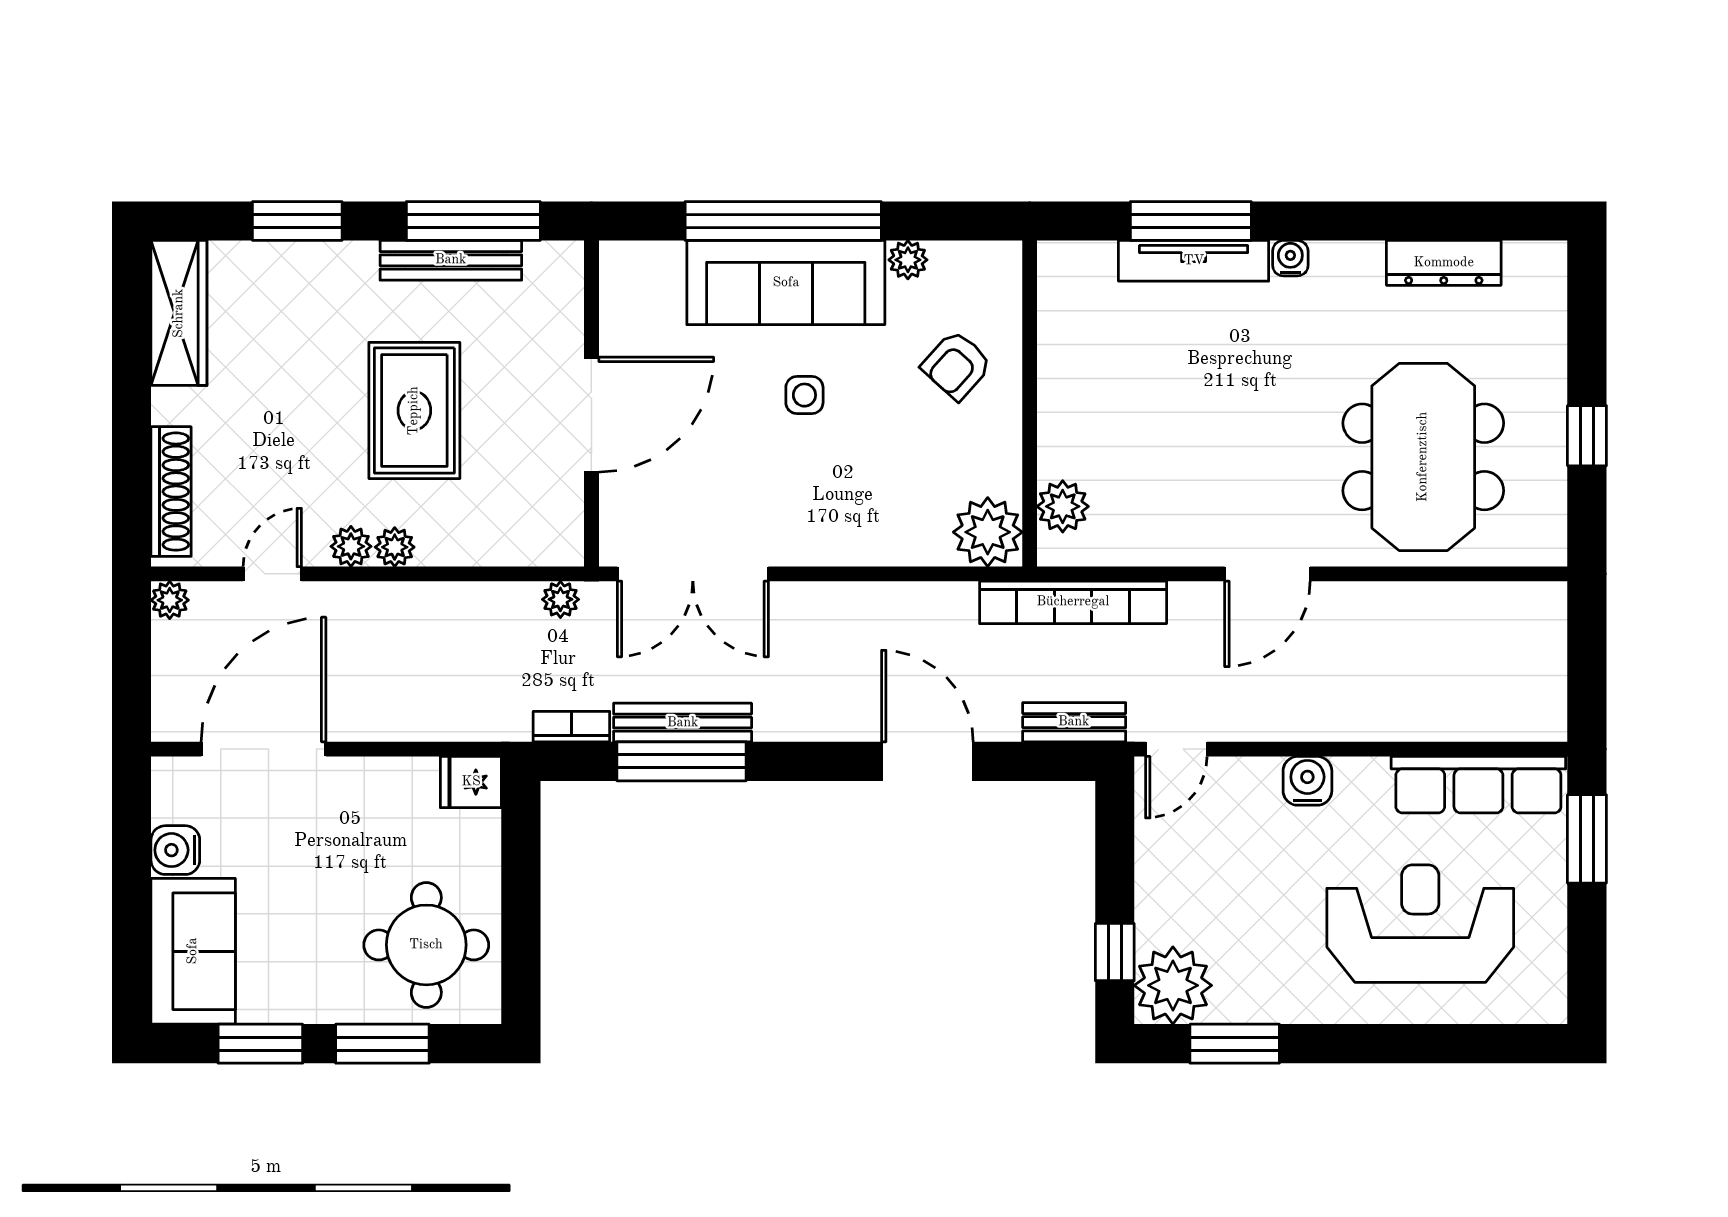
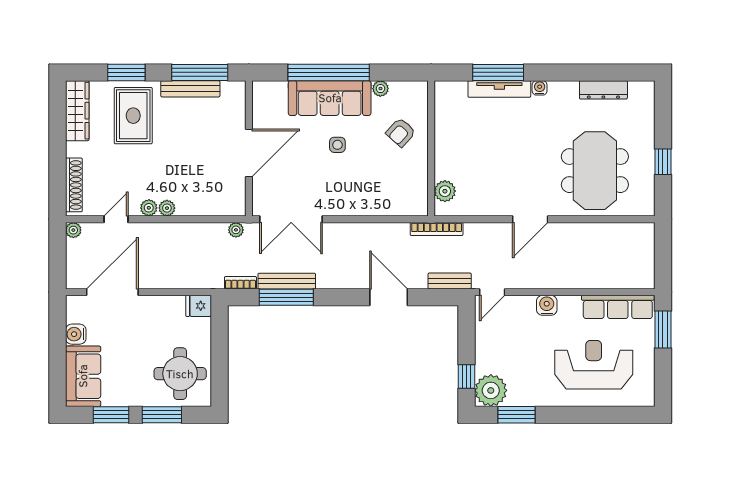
rug: (414, 411) -> (133, 116), moved
plant: (988, 532) -> (414, 202), removed
bookcase: (1073, 602) -> (437, 229), width x0.68, depth x0.76

